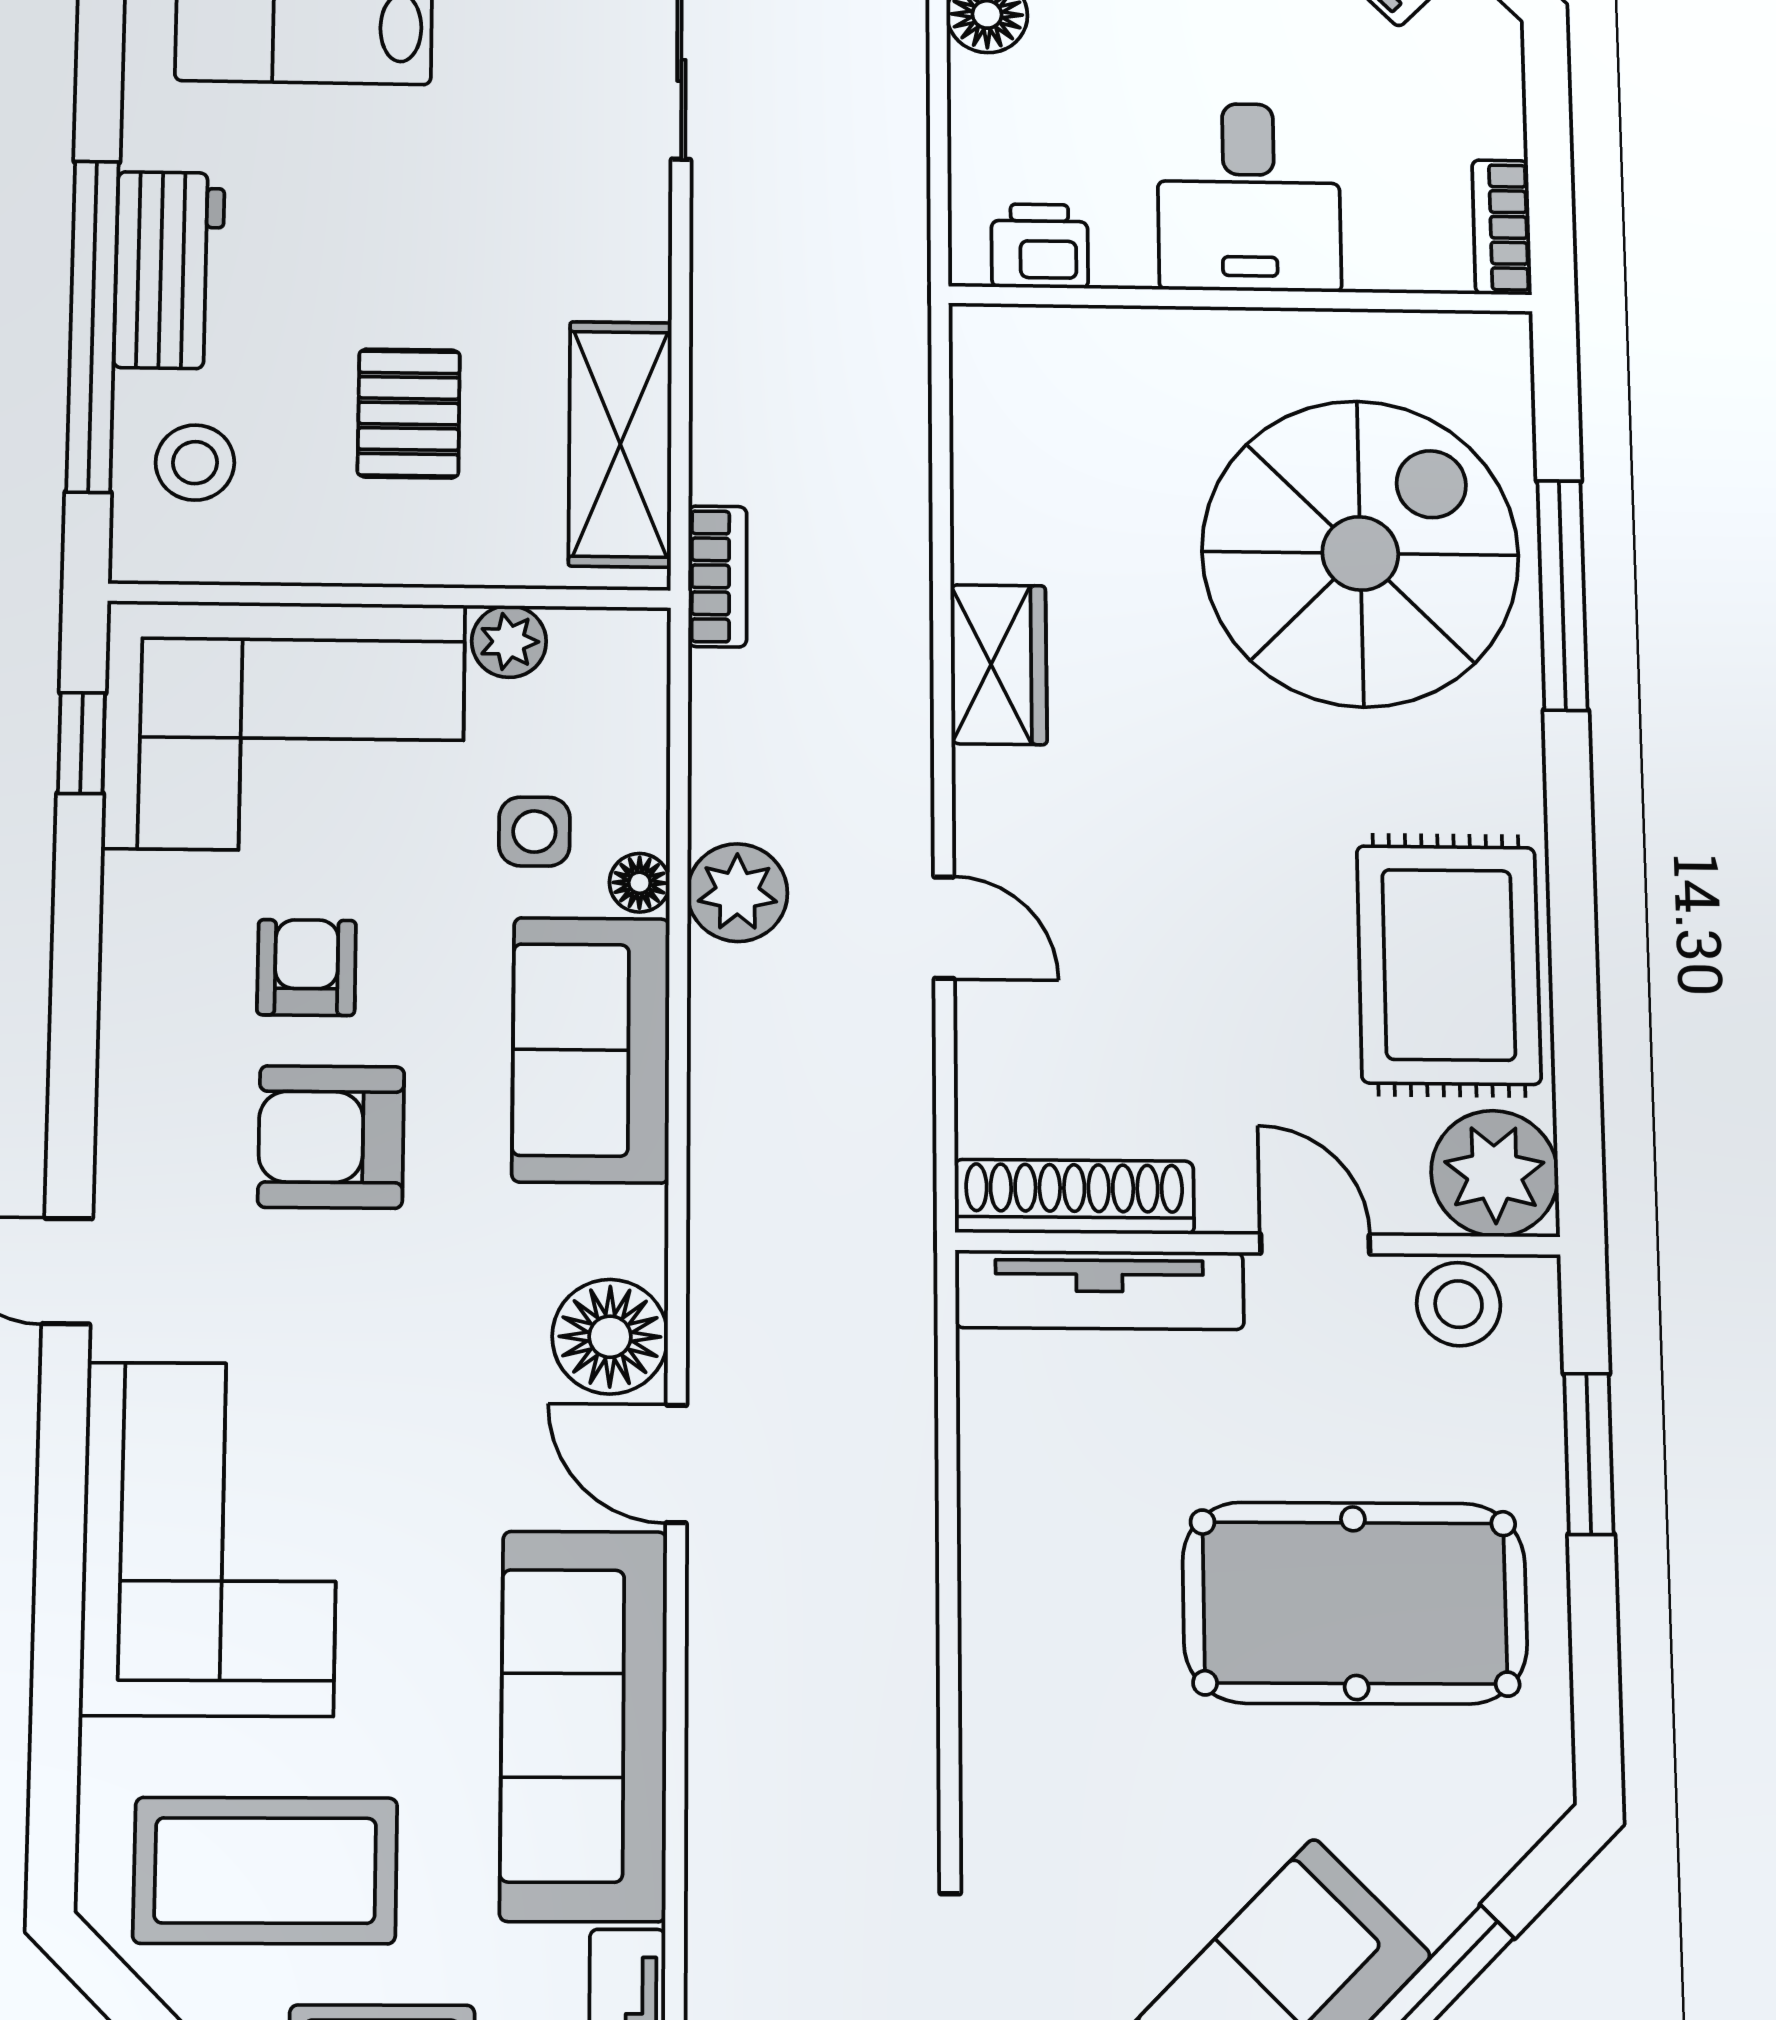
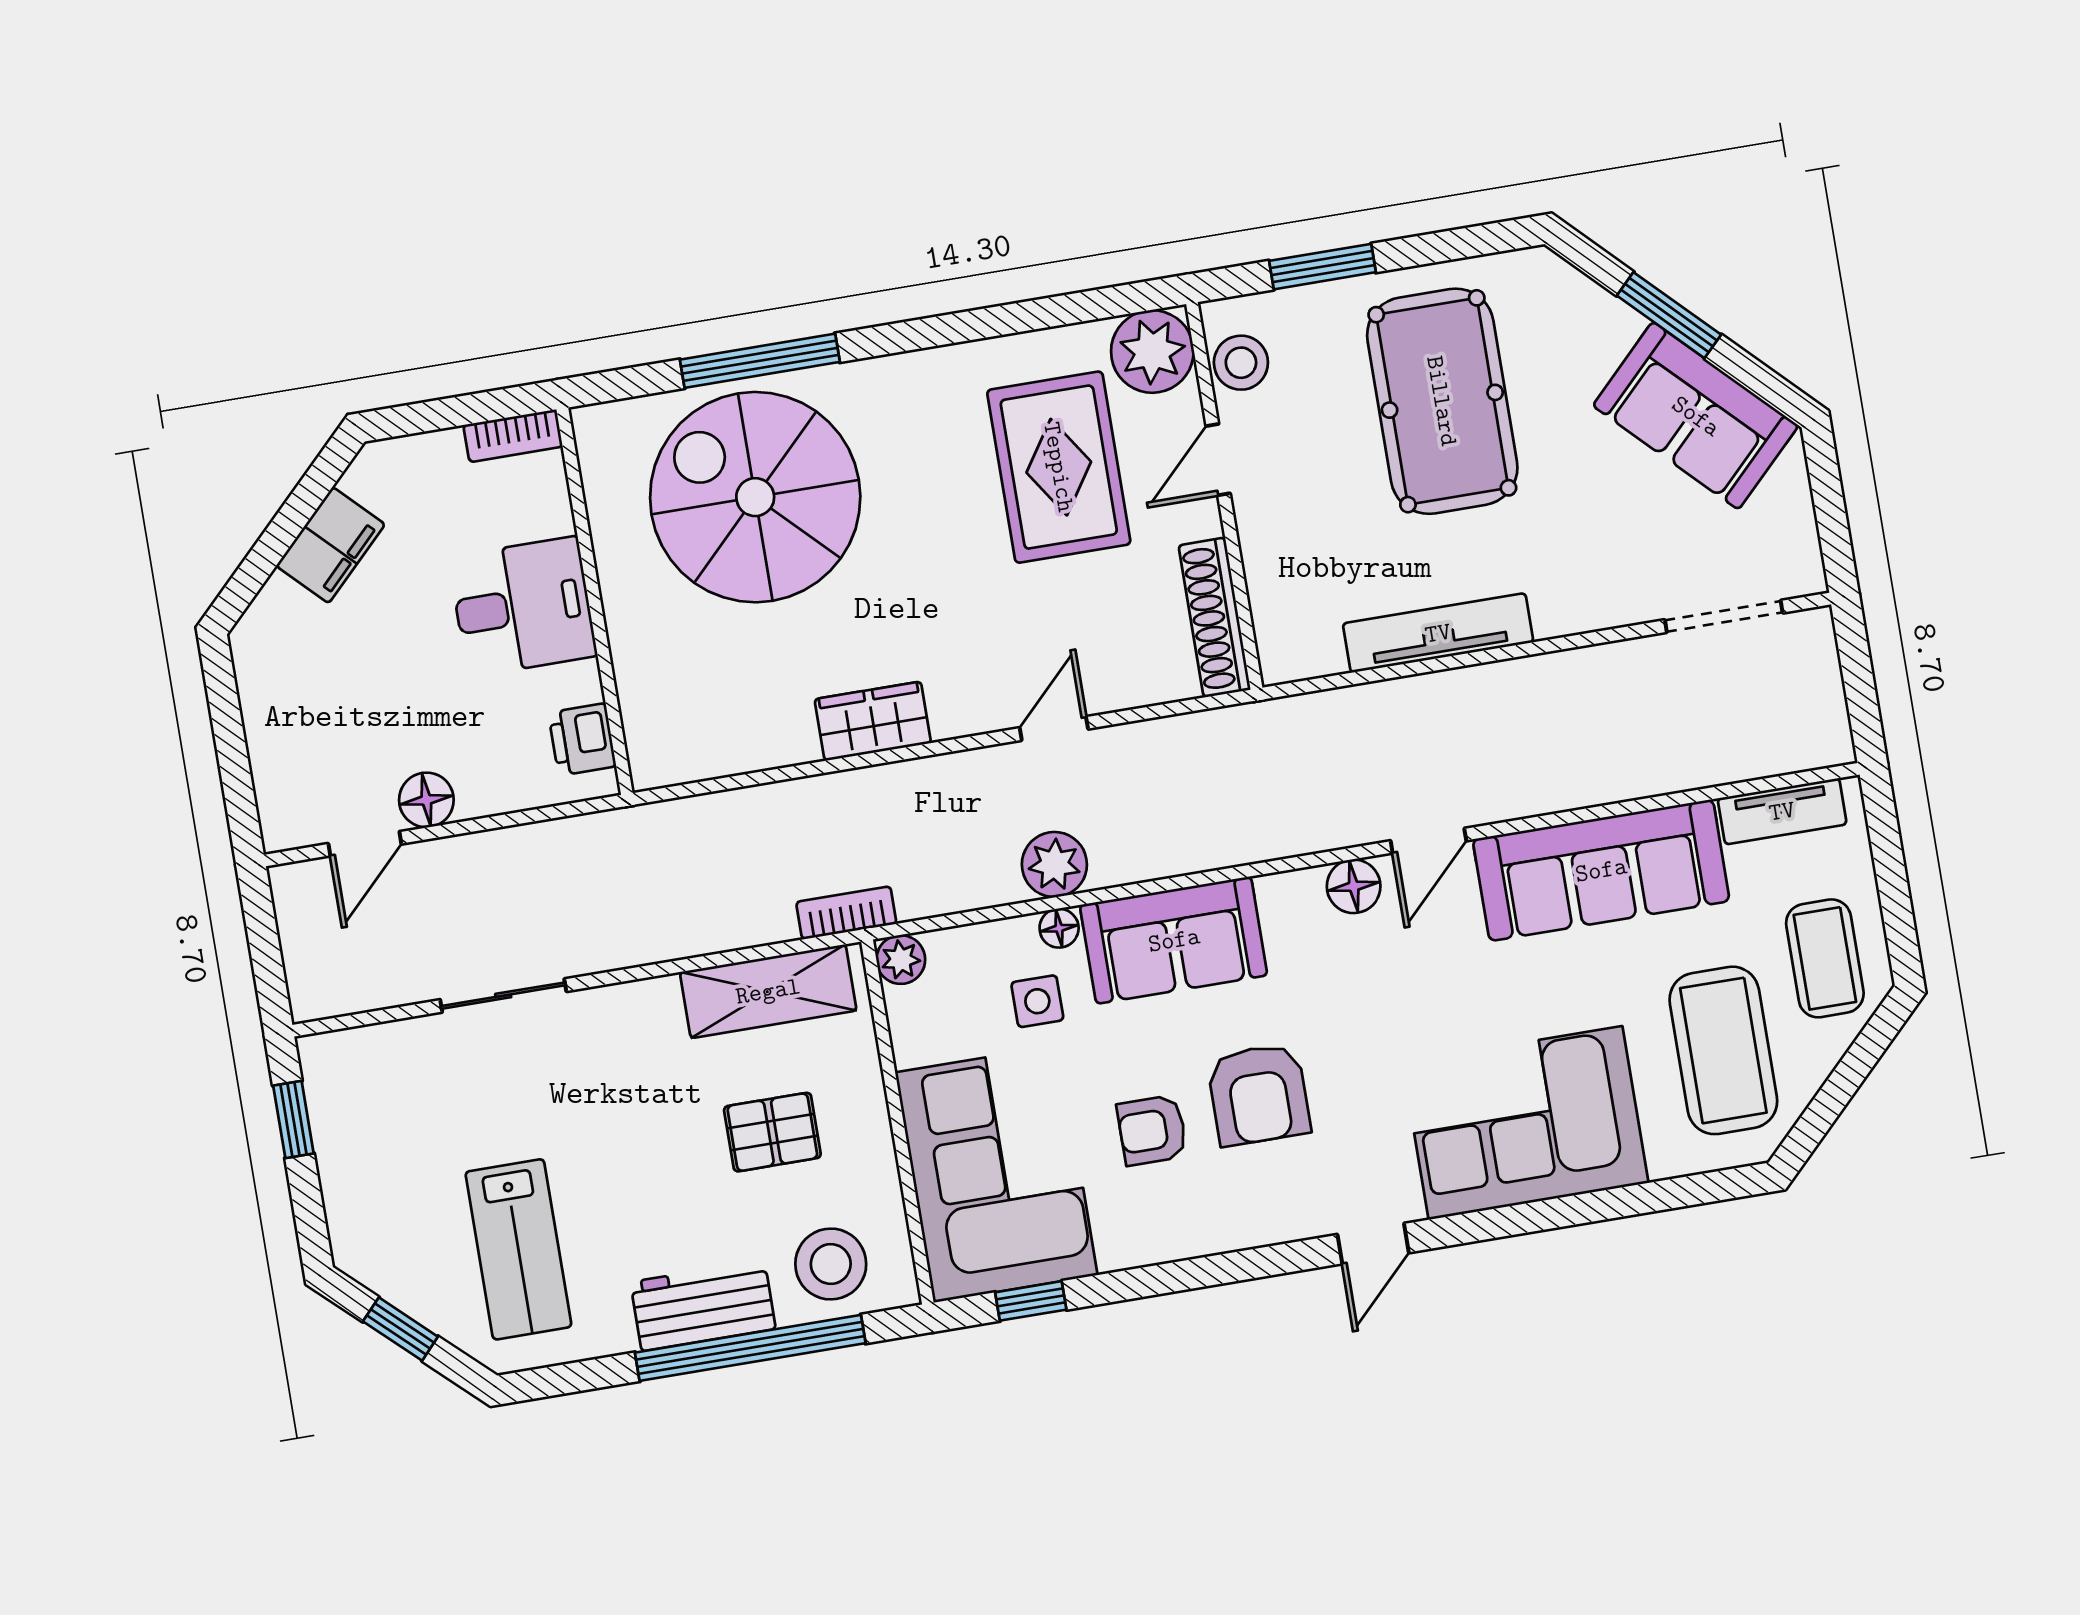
stool: (195, 463) -> (831, 1264), width x1.38, depth x1.38
plant: (509, 642) -> (901, 960), moved
rug: (1449, 965) -> (1059, 467), moved, turned 90
tv unit: (1099, 1290) -> (1438, 633), moved, turned -90
floor lamp: (610, 1337) -> (1354, 886), width x0.73, depth x0.73

